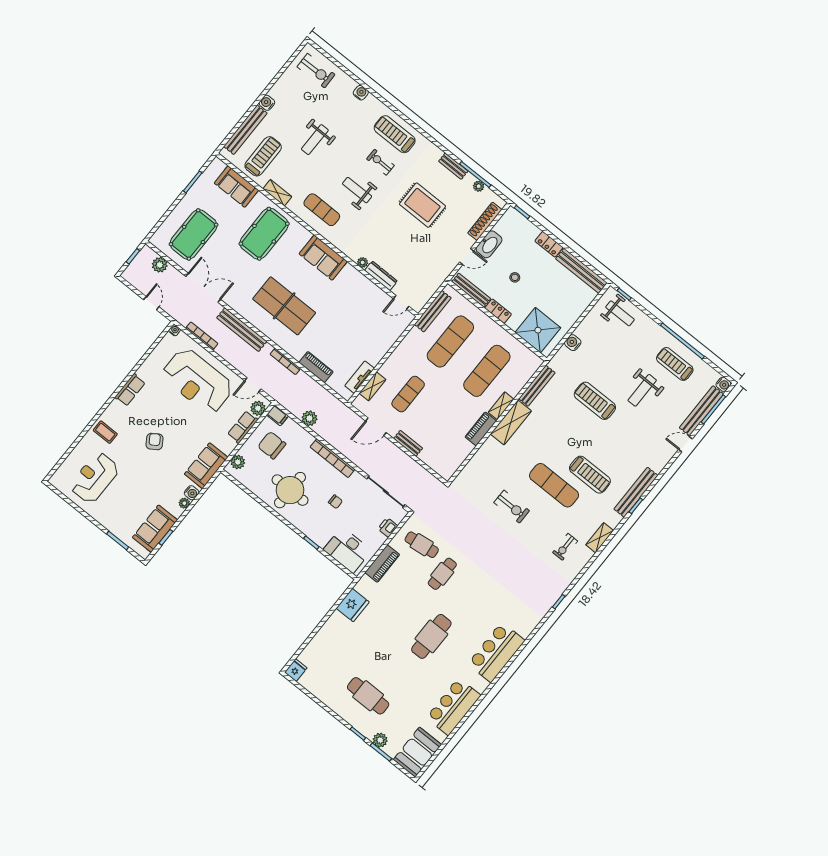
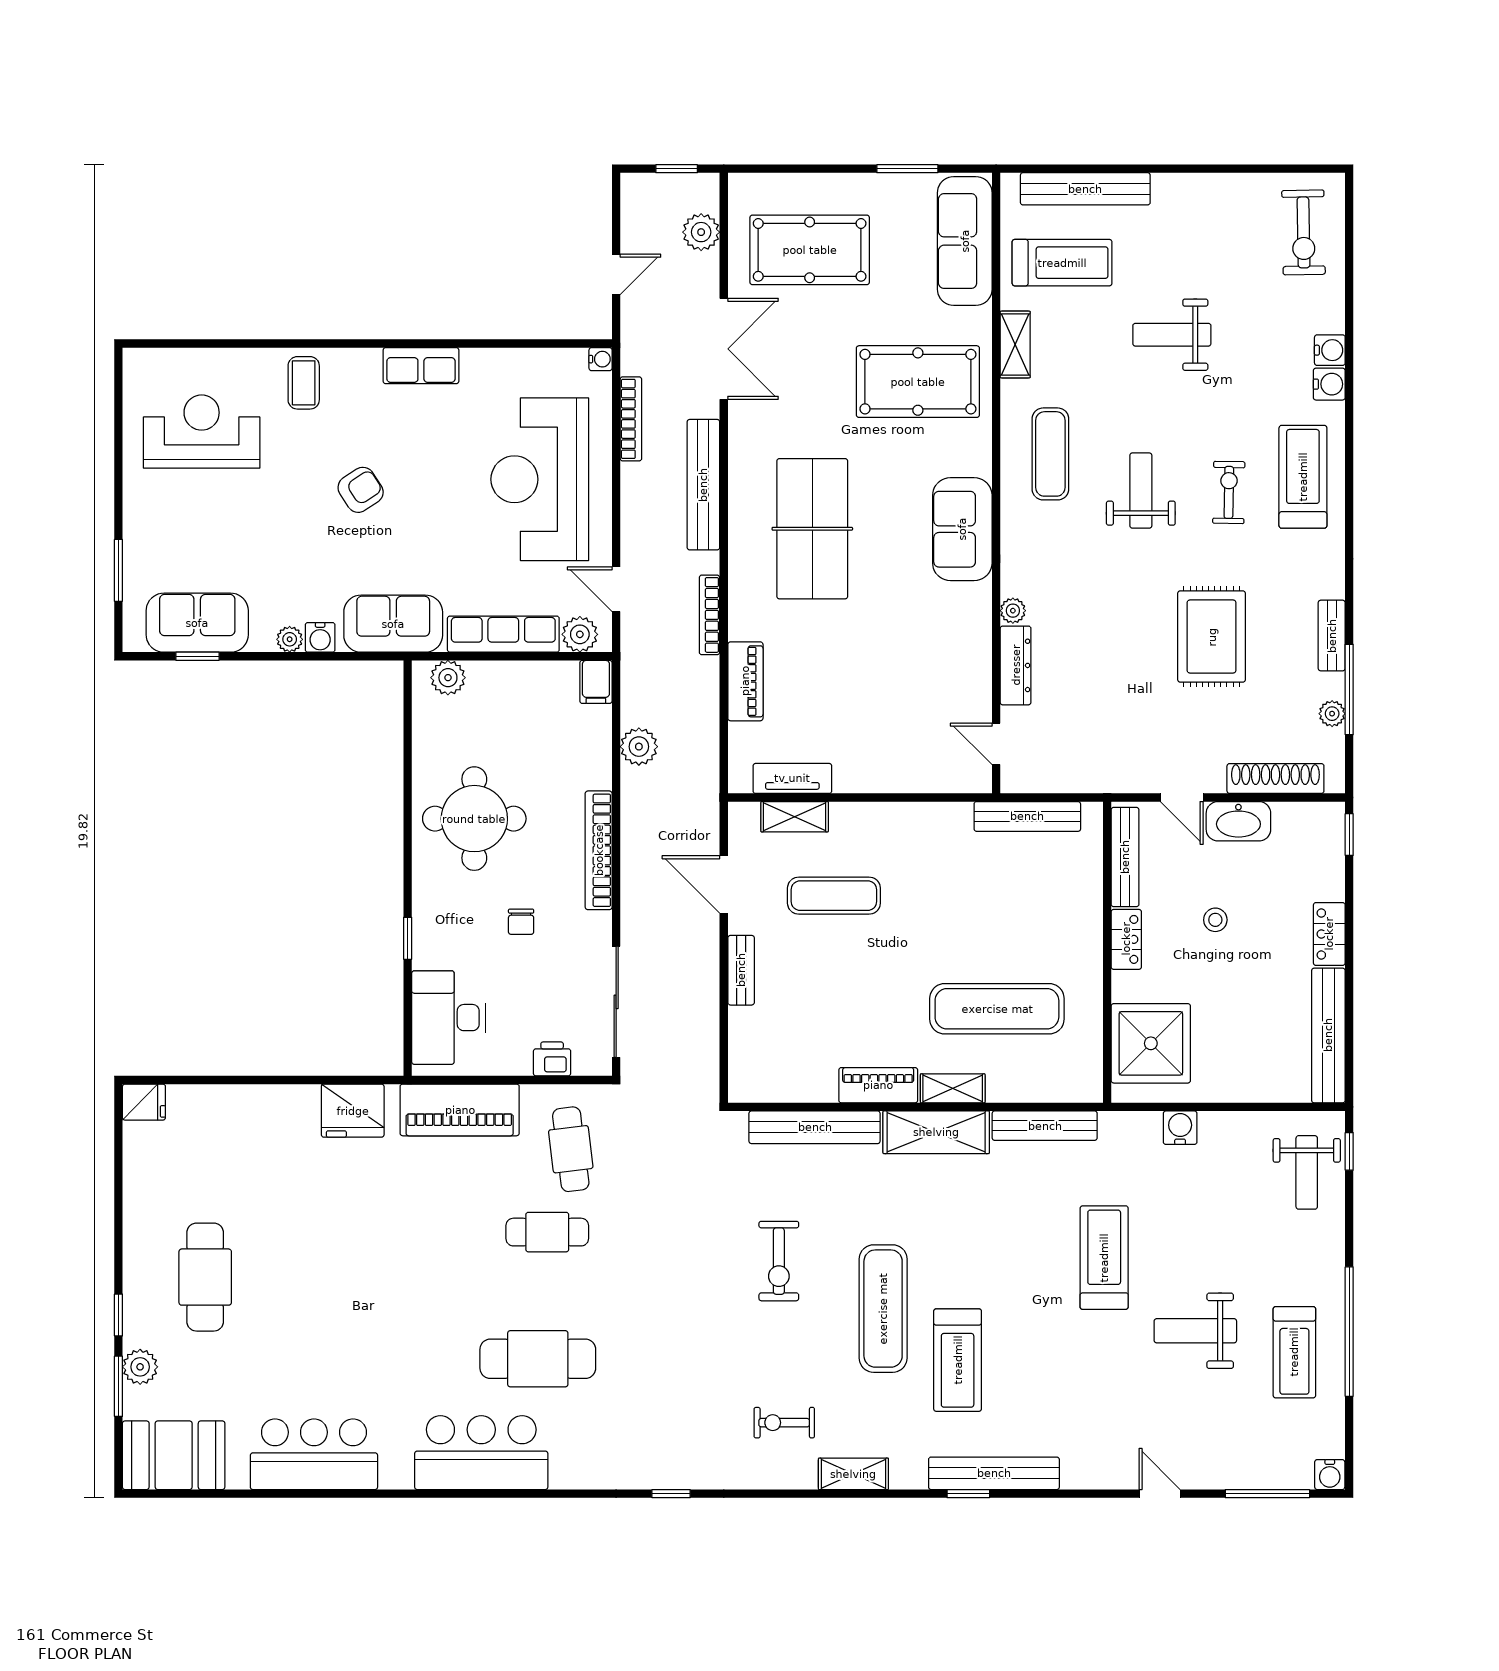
water cooler: (267, 103) -> (1329, 384), moved, turned 90
sofa: (236, 187) -> (965, 241), width x1.36
exercise mat: (450, 342) -> (997, 896), removed
treadmill: (675, 364) -> (1294, 1352), turned 180
bench: (701, 411) -> (815, 1127), moved
row of seats: (243, 427) -> (503, 634), width x1.48
chair: (272, 445) -> (531, 716), removed
piano: (382, 564) -> (460, 1110), width x1.37, depth x1.33
cafe table: (431, 636) -> (538, 1359), moved

